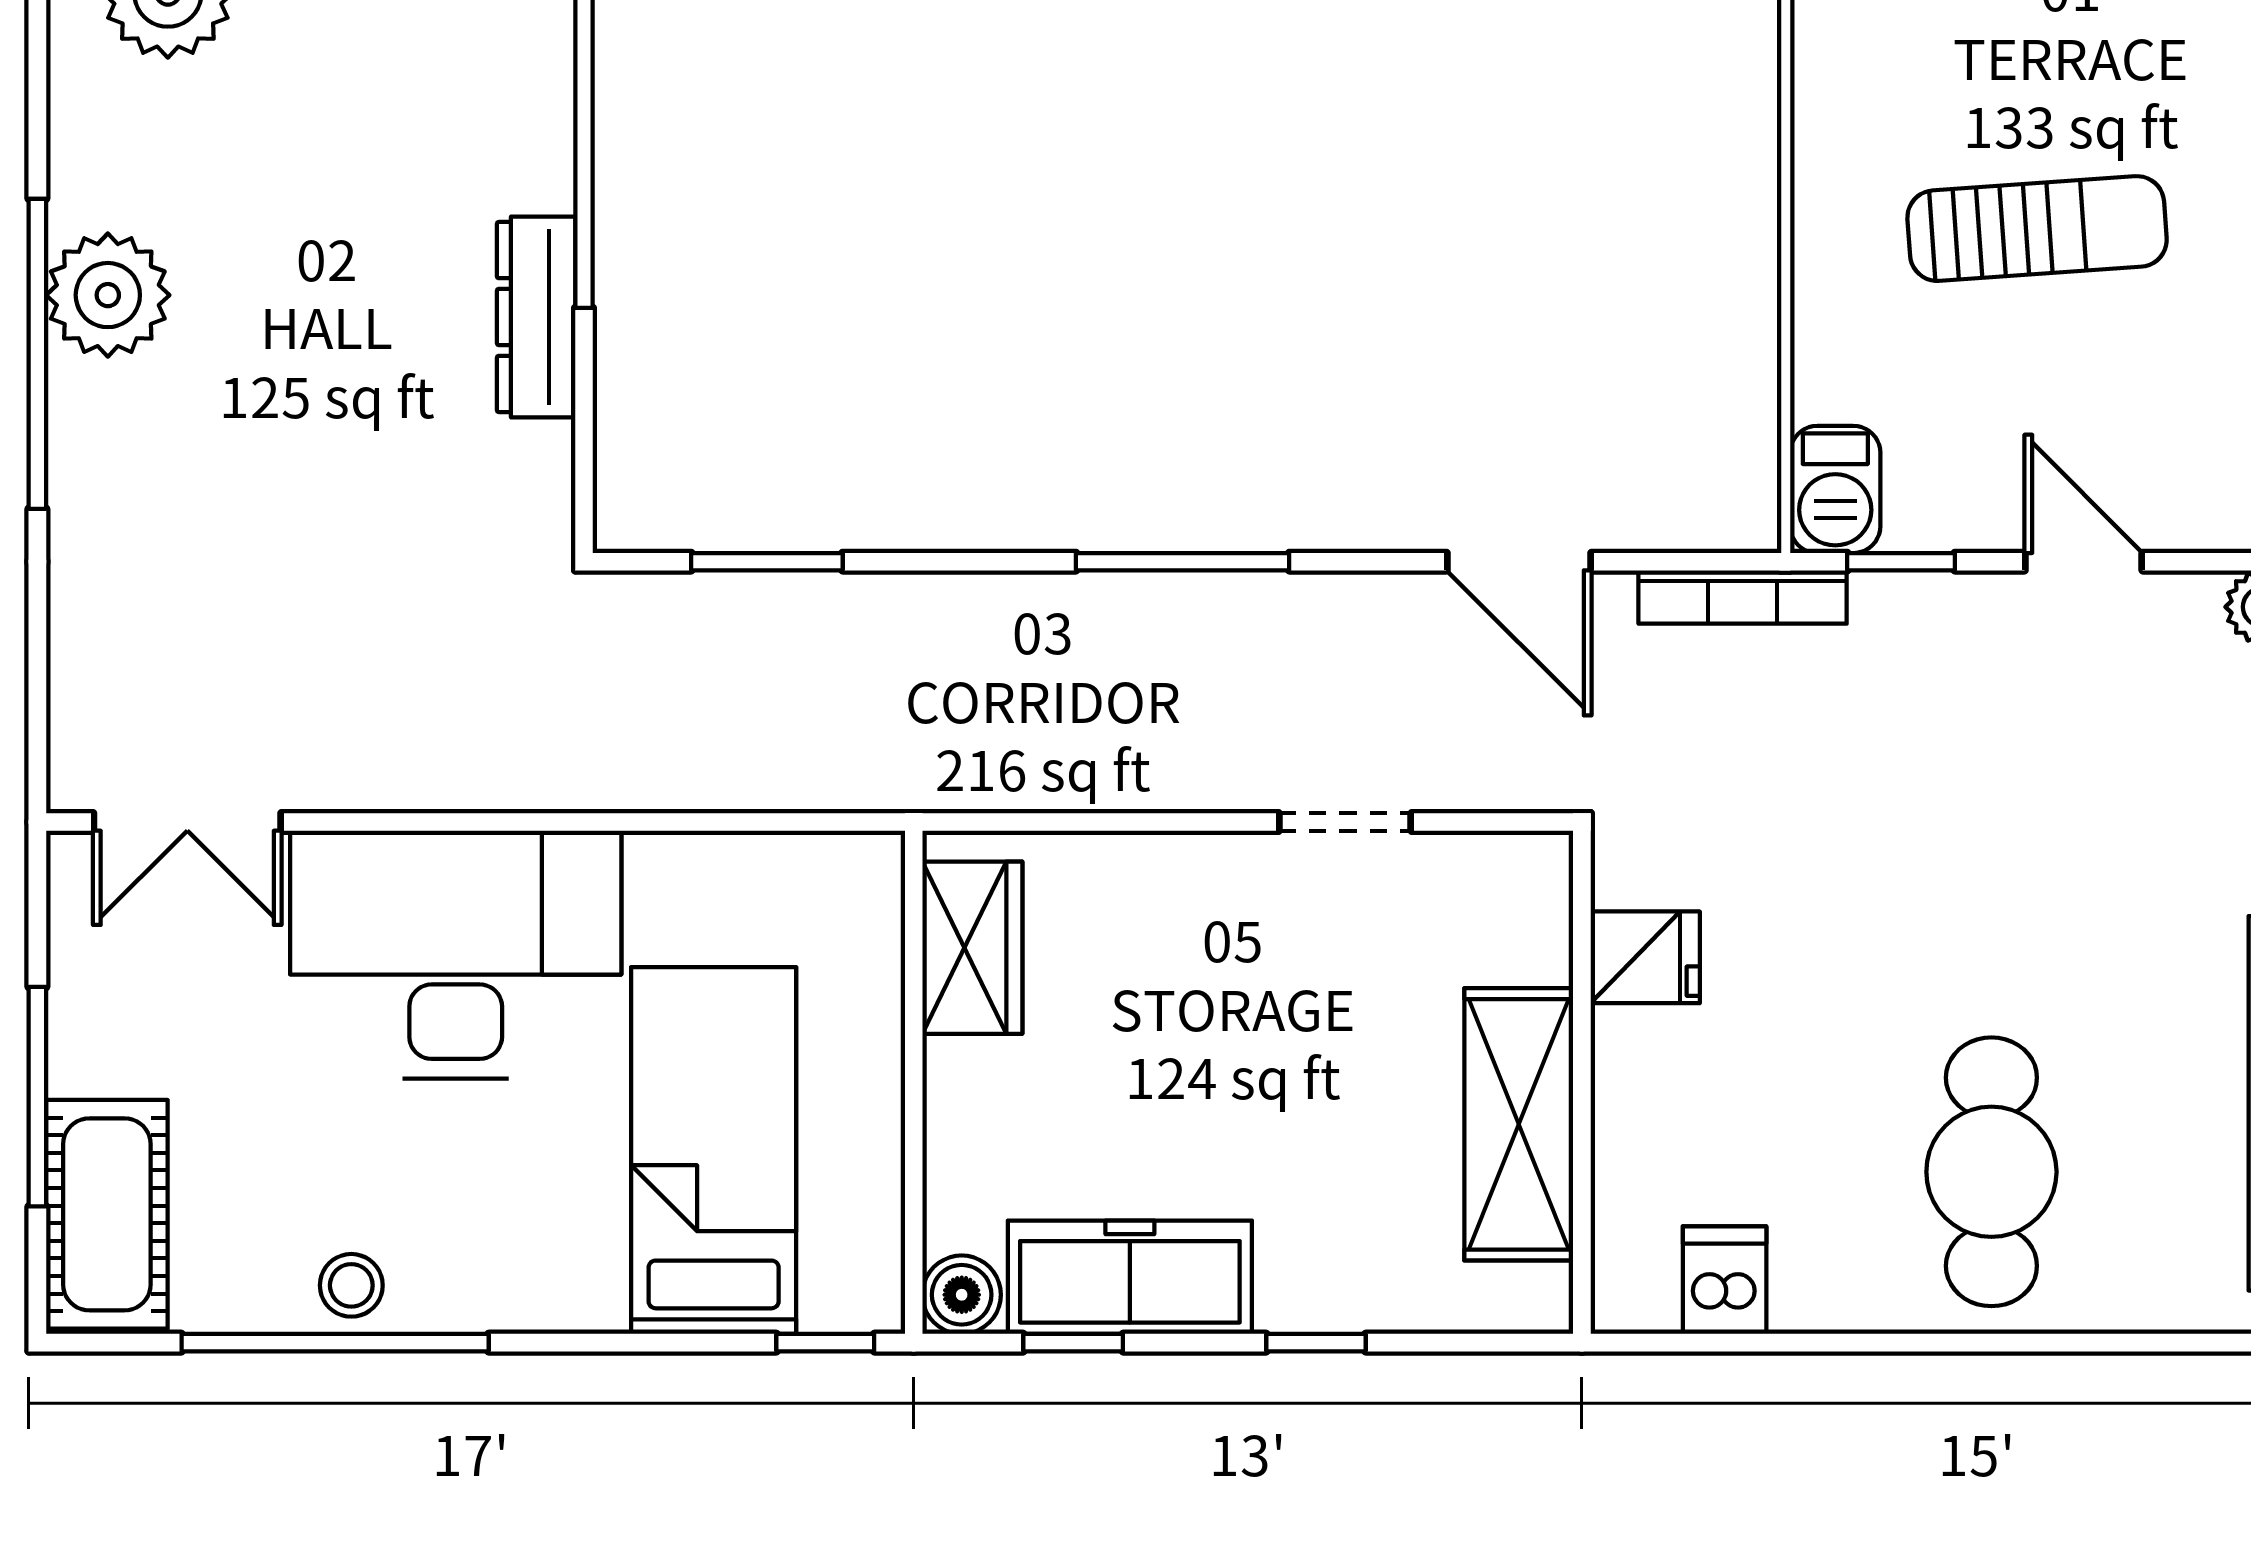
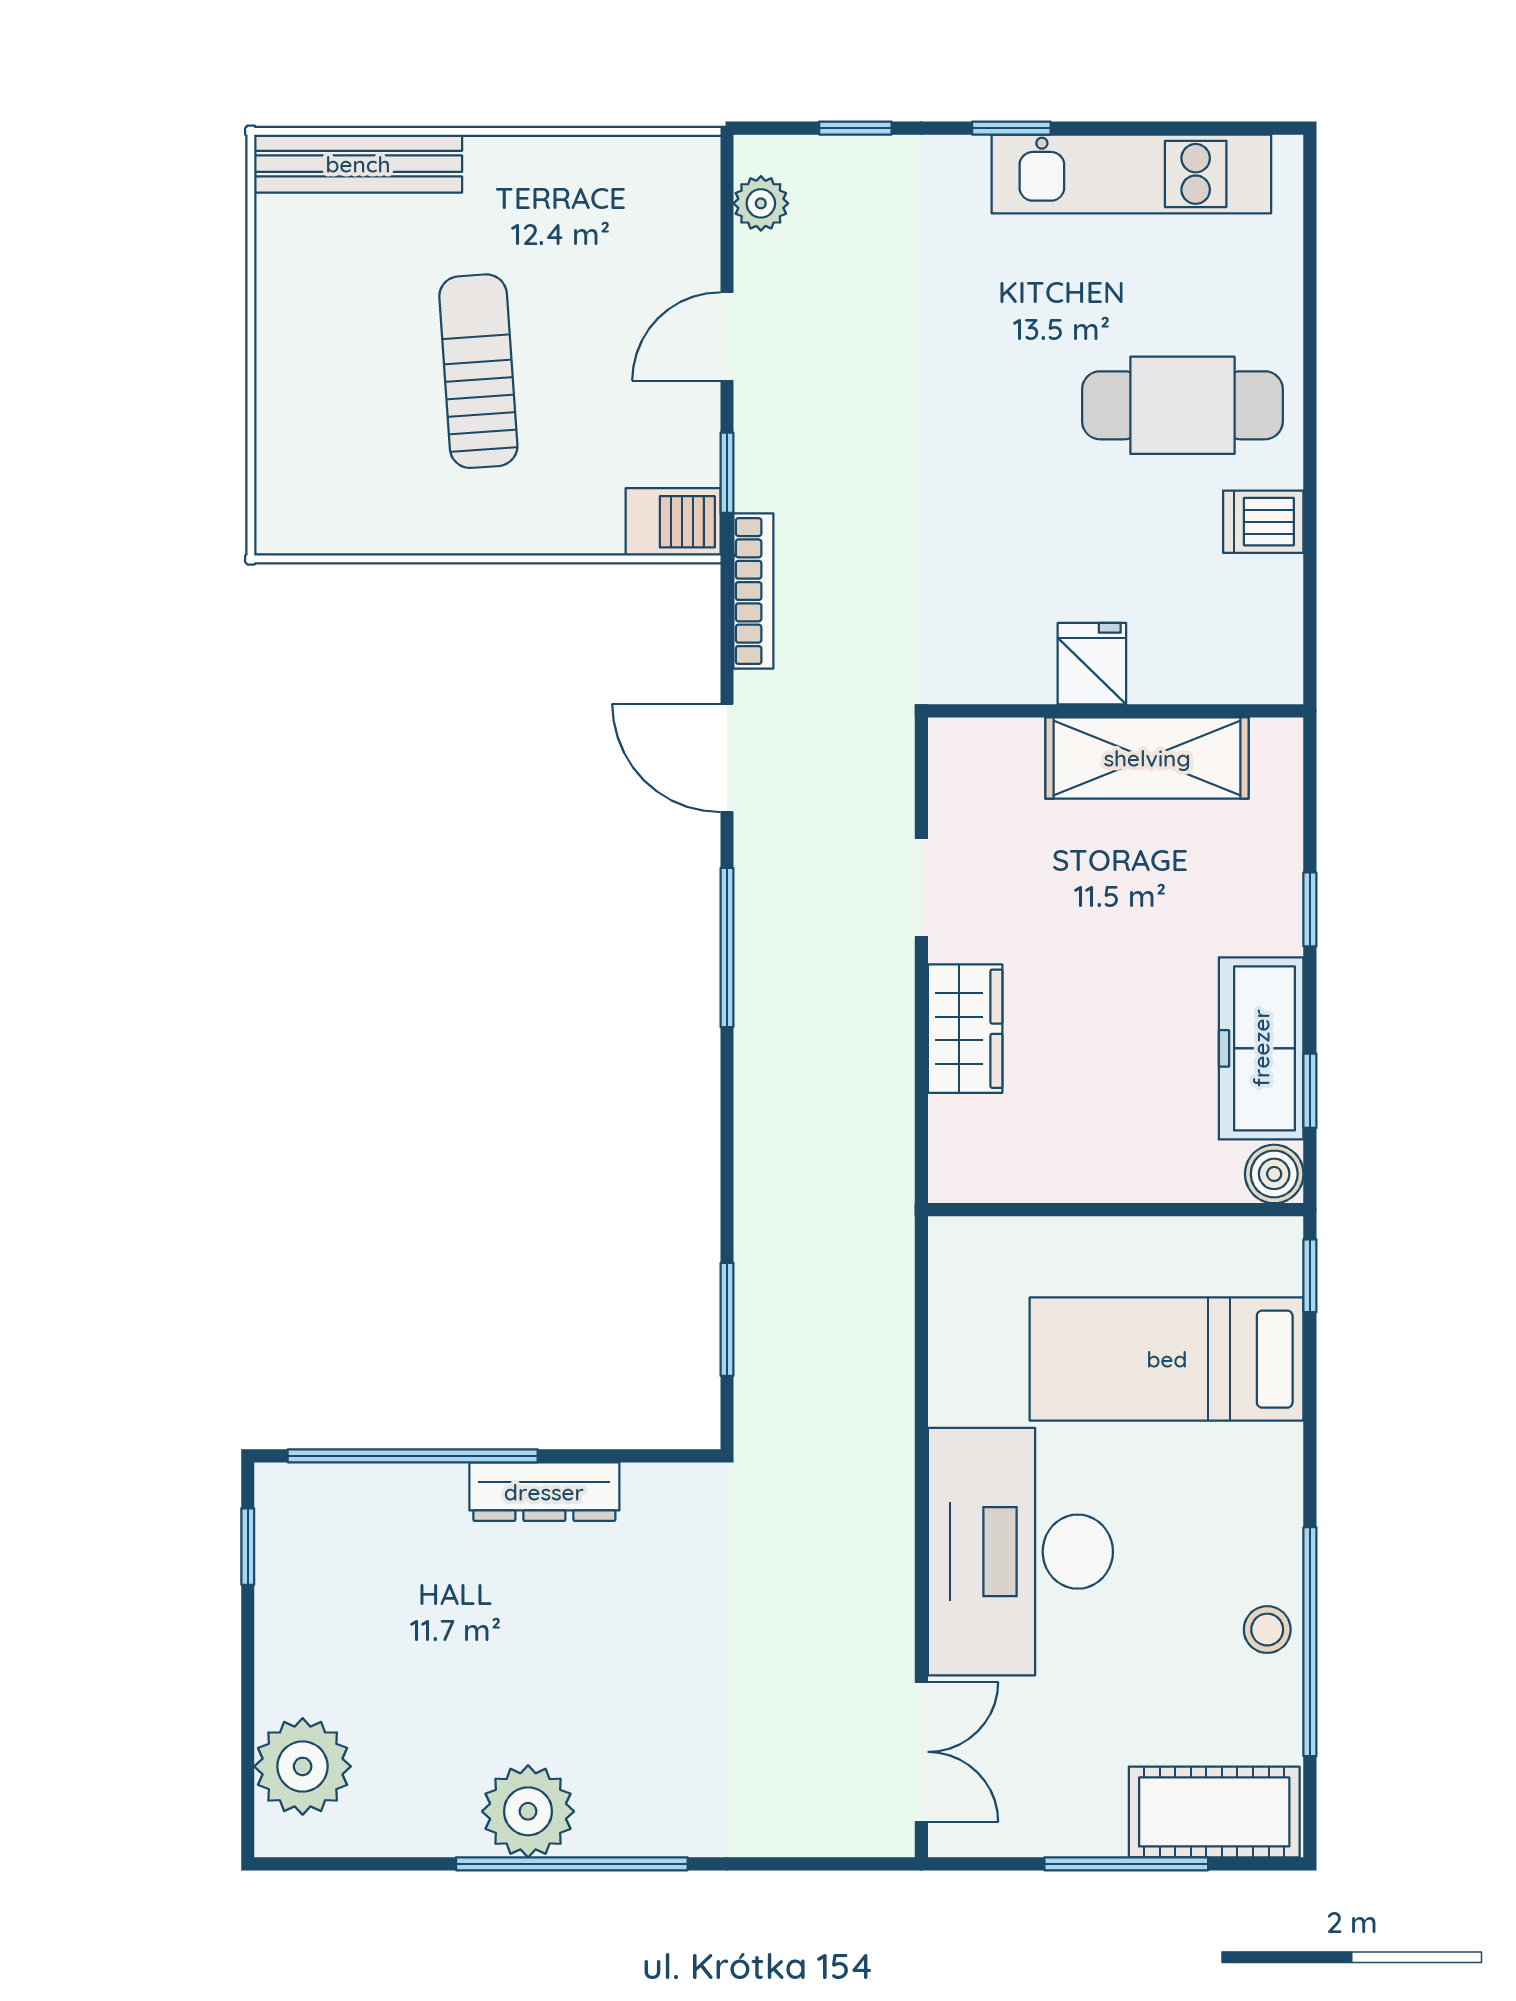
window: (1183, 562) -> (727, 948), moved
door: (1519, 562) -> (727, 758), swing flipped
wardrobe: (972, 948) -> (965, 1029), moved, turned 90
fridge: (1645, 957) -> (1092, 664), moved
dishwasher: (1725, 1280) -> (1263, 522), moved

